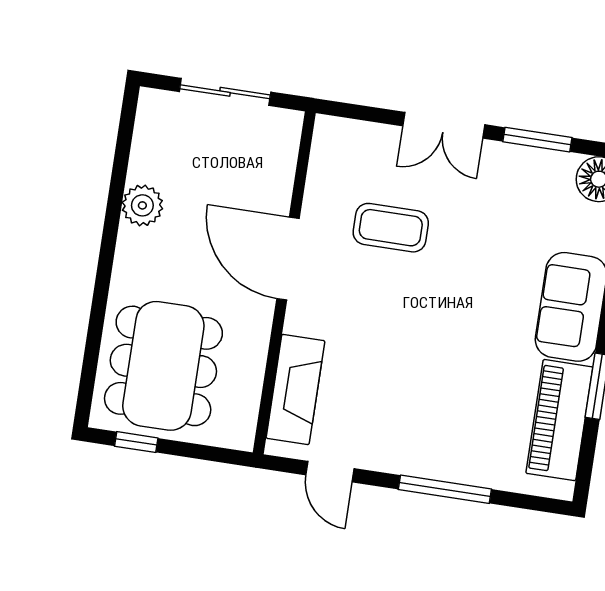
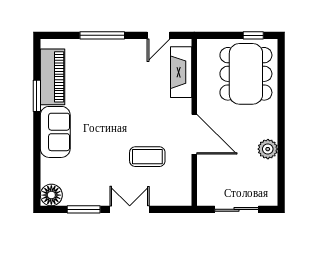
door: (330, 472) -> (159, 35), swing flipped

